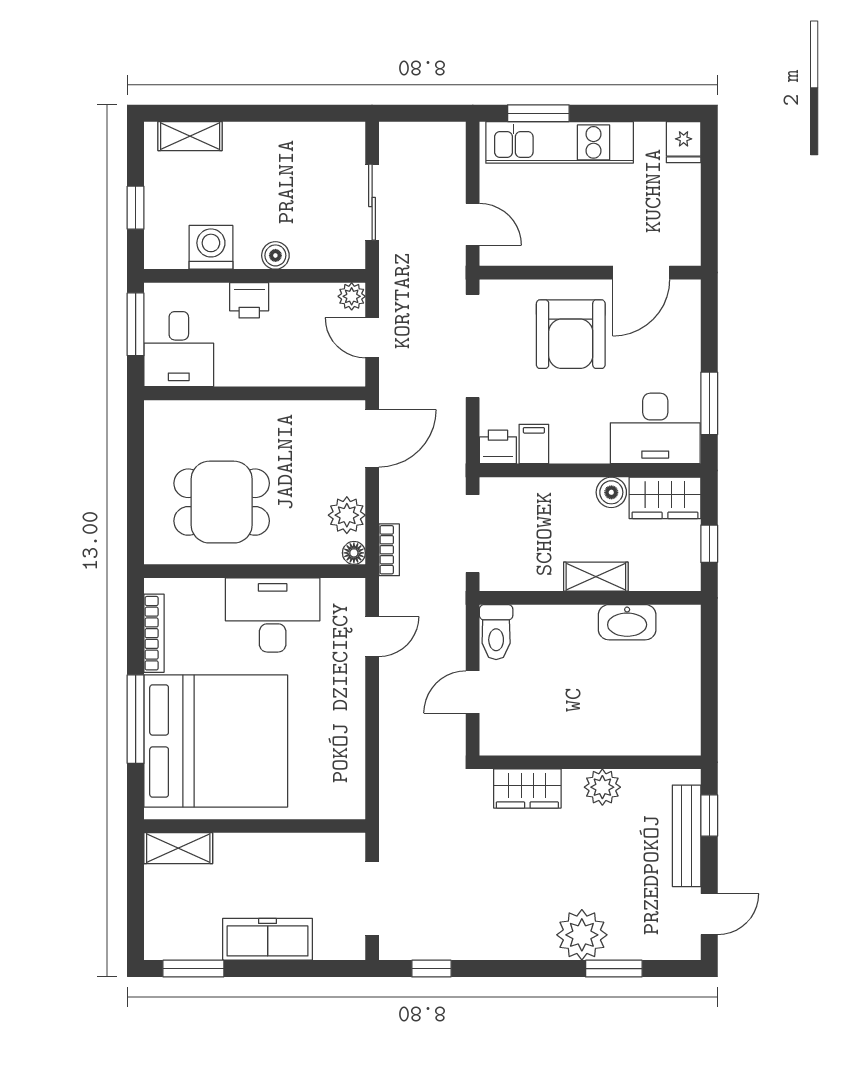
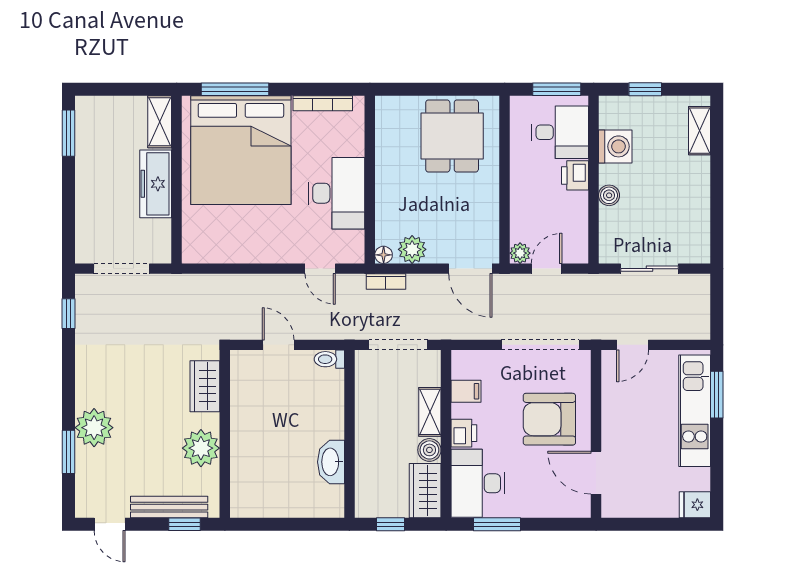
plant: (352, 296) -> (520, 253), moved
desk: (179, 349) -> (560, 132), moved, turned 180
printer: (498, 447) -> (464, 433), moved
dining table: (222, 502) -> (452, 136), moved
shelving: (596, 577) -> (430, 412), moved
toilet: (496, 632) -> (329, 359), width x0.73, depth x0.72
window: (136, 719) -> (235, 89), moved
plant: (602, 787) -> (201, 448), width x1.36, depth x1.36
freezer: (268, 939) -> (156, 184), moved, turned 180

